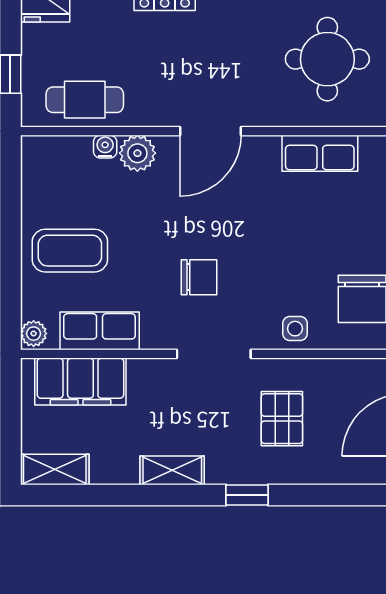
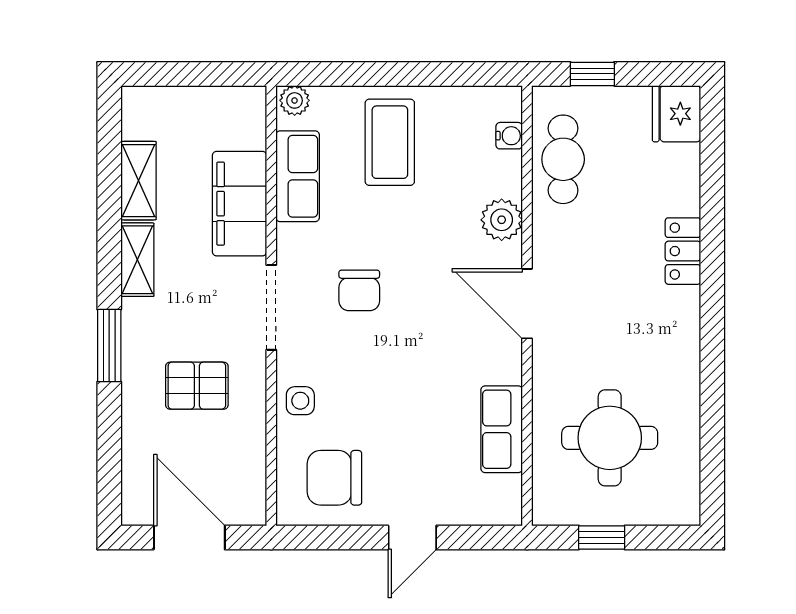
water cooler: (105, 147) -> (509, 136), moved
filing cabinet: (80, 381) -> (240, 204), moved
shelving: (55, 469) -> (139, 181), moved
window: (247, 495) -> (109, 346), width x1.50

